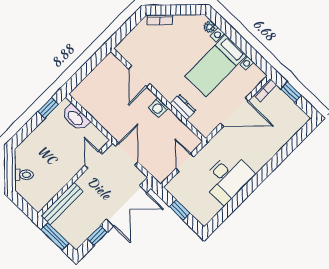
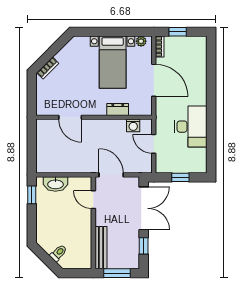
plant: (209, 27) -> (141, 41), moved
washing machine: (158, 108) -> (133, 125), moved
door: (234, 112) -> (154, 80), hinge flipped

